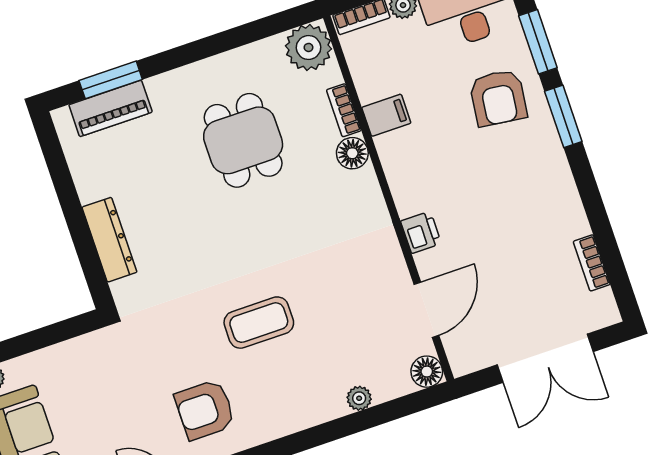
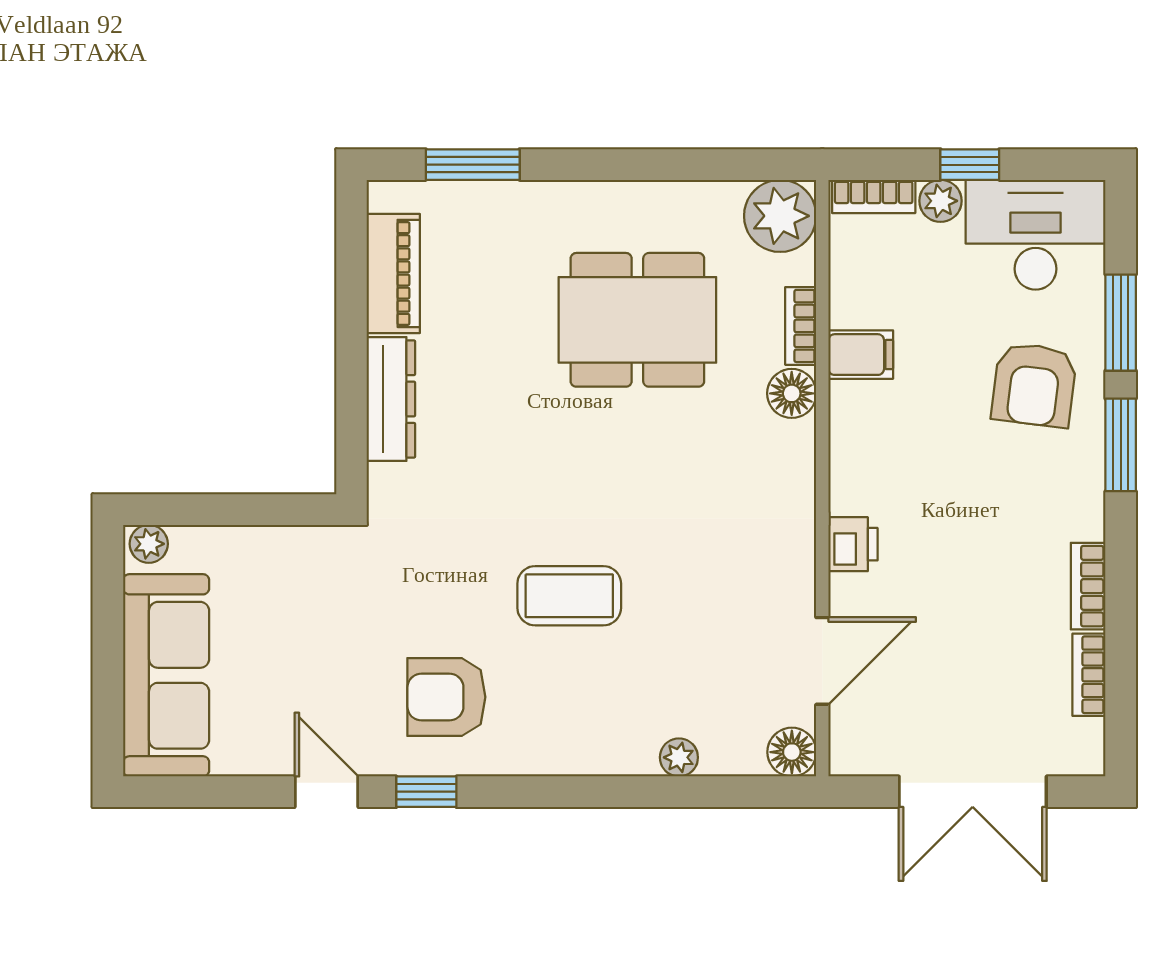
piano: (111, 108) -> (393, 273), moved, turned -90
dining table: (243, 140) -> (637, 320), width x1.38
bookcase: (573, 209) -> (1088, 586), added

